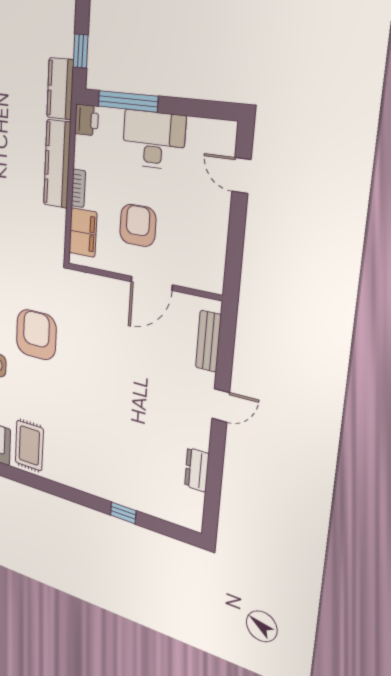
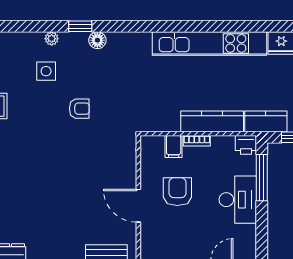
armchair: (138, 225) -> (177, 192), turned -90
filing cabinet: (83, 233) -> (174, 147), width x0.50
armchair: (36, 335) -> (79, 109), width x0.53, depth x0.53

